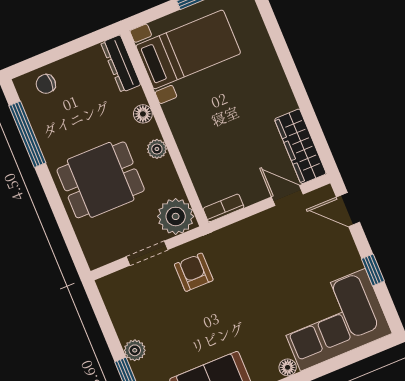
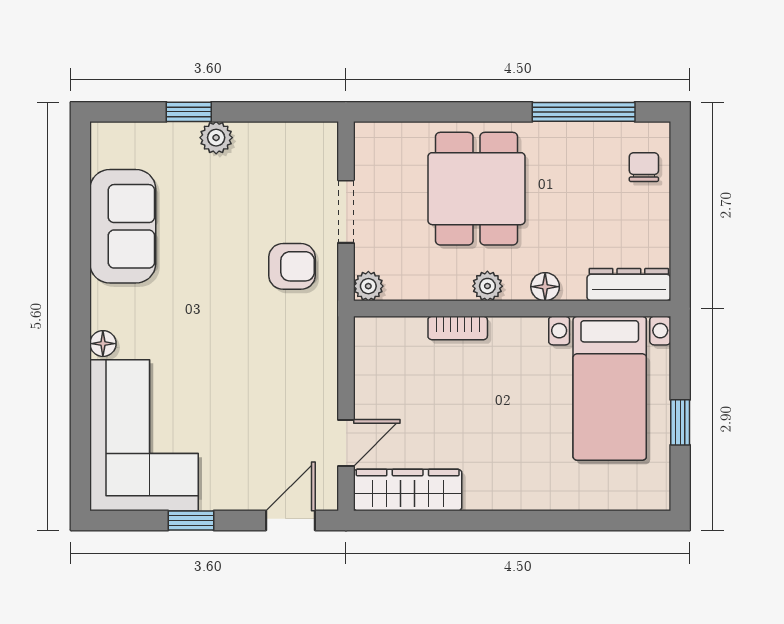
bookcase: (224, 208) -> (458, 328), moved, turned 90
plant: (176, 216) -> (368, 286), width x0.53, depth x0.53

